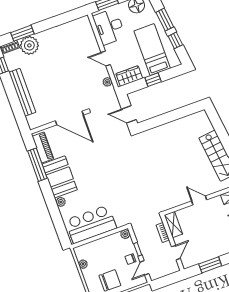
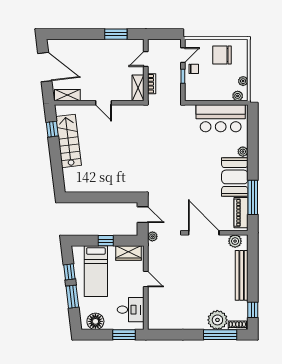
desk: (109, 27) -> (131, 310), width x0.73
window: (22, 33) -> (220, 335), width x1.44
plant: (107, 82) -> (152, 236), moved
plant: (39, 120) -> (235, 241), added
plant: (125, 234) -> (238, 96), moved

